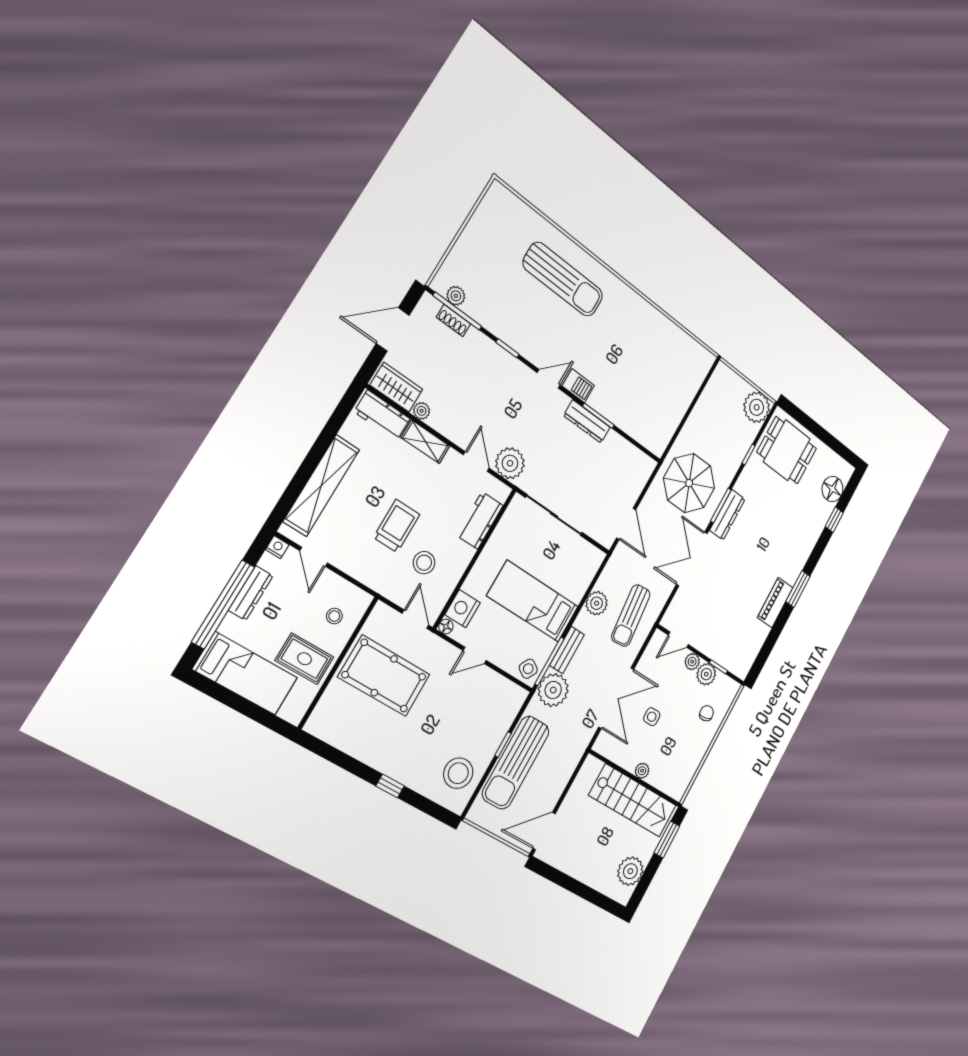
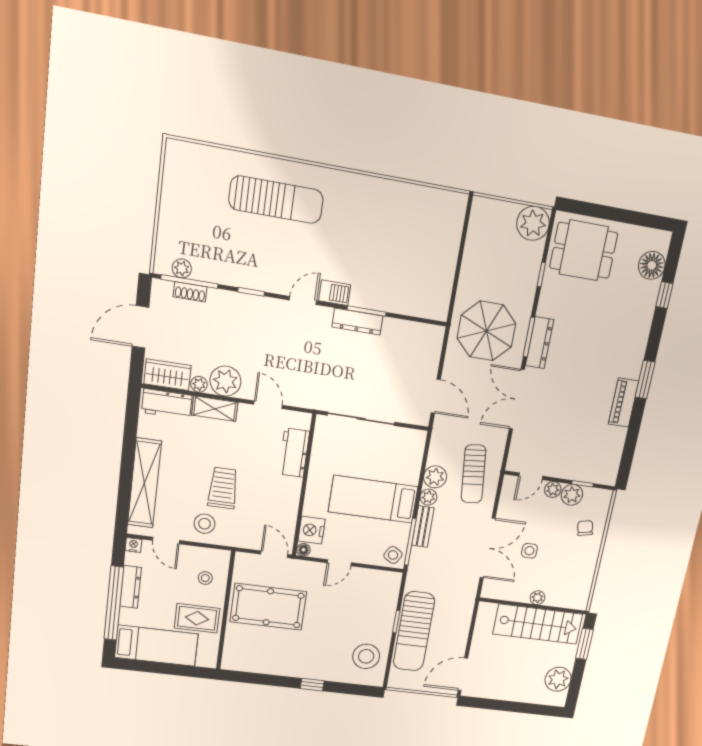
plant: (510, 463) -> (225, 381), moved
stool: (424, 563) -> (205, 524), moved
plant: (553, 690) -> (428, 497), moved, width x0.53, depth x0.53

